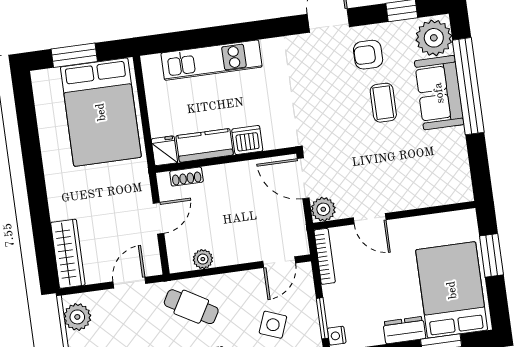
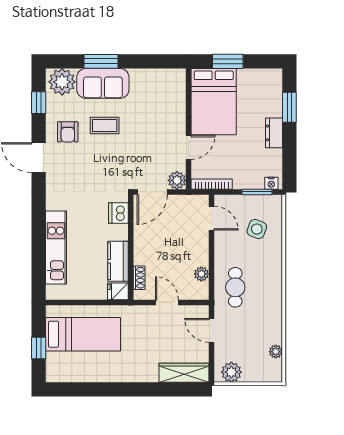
window: (74, 55) -> (39, 348), width x0.67
window: (468, 86) -> (101, 61), width x0.47
bed: (101, 112) -> (83, 334), width x0.67
dishwasher: (247, 140) -> (118, 213), moved
bed: (452, 290) -> (214, 102), moved, turned -90
cafe table: (191, 307) -> (235, 287), turned -30

